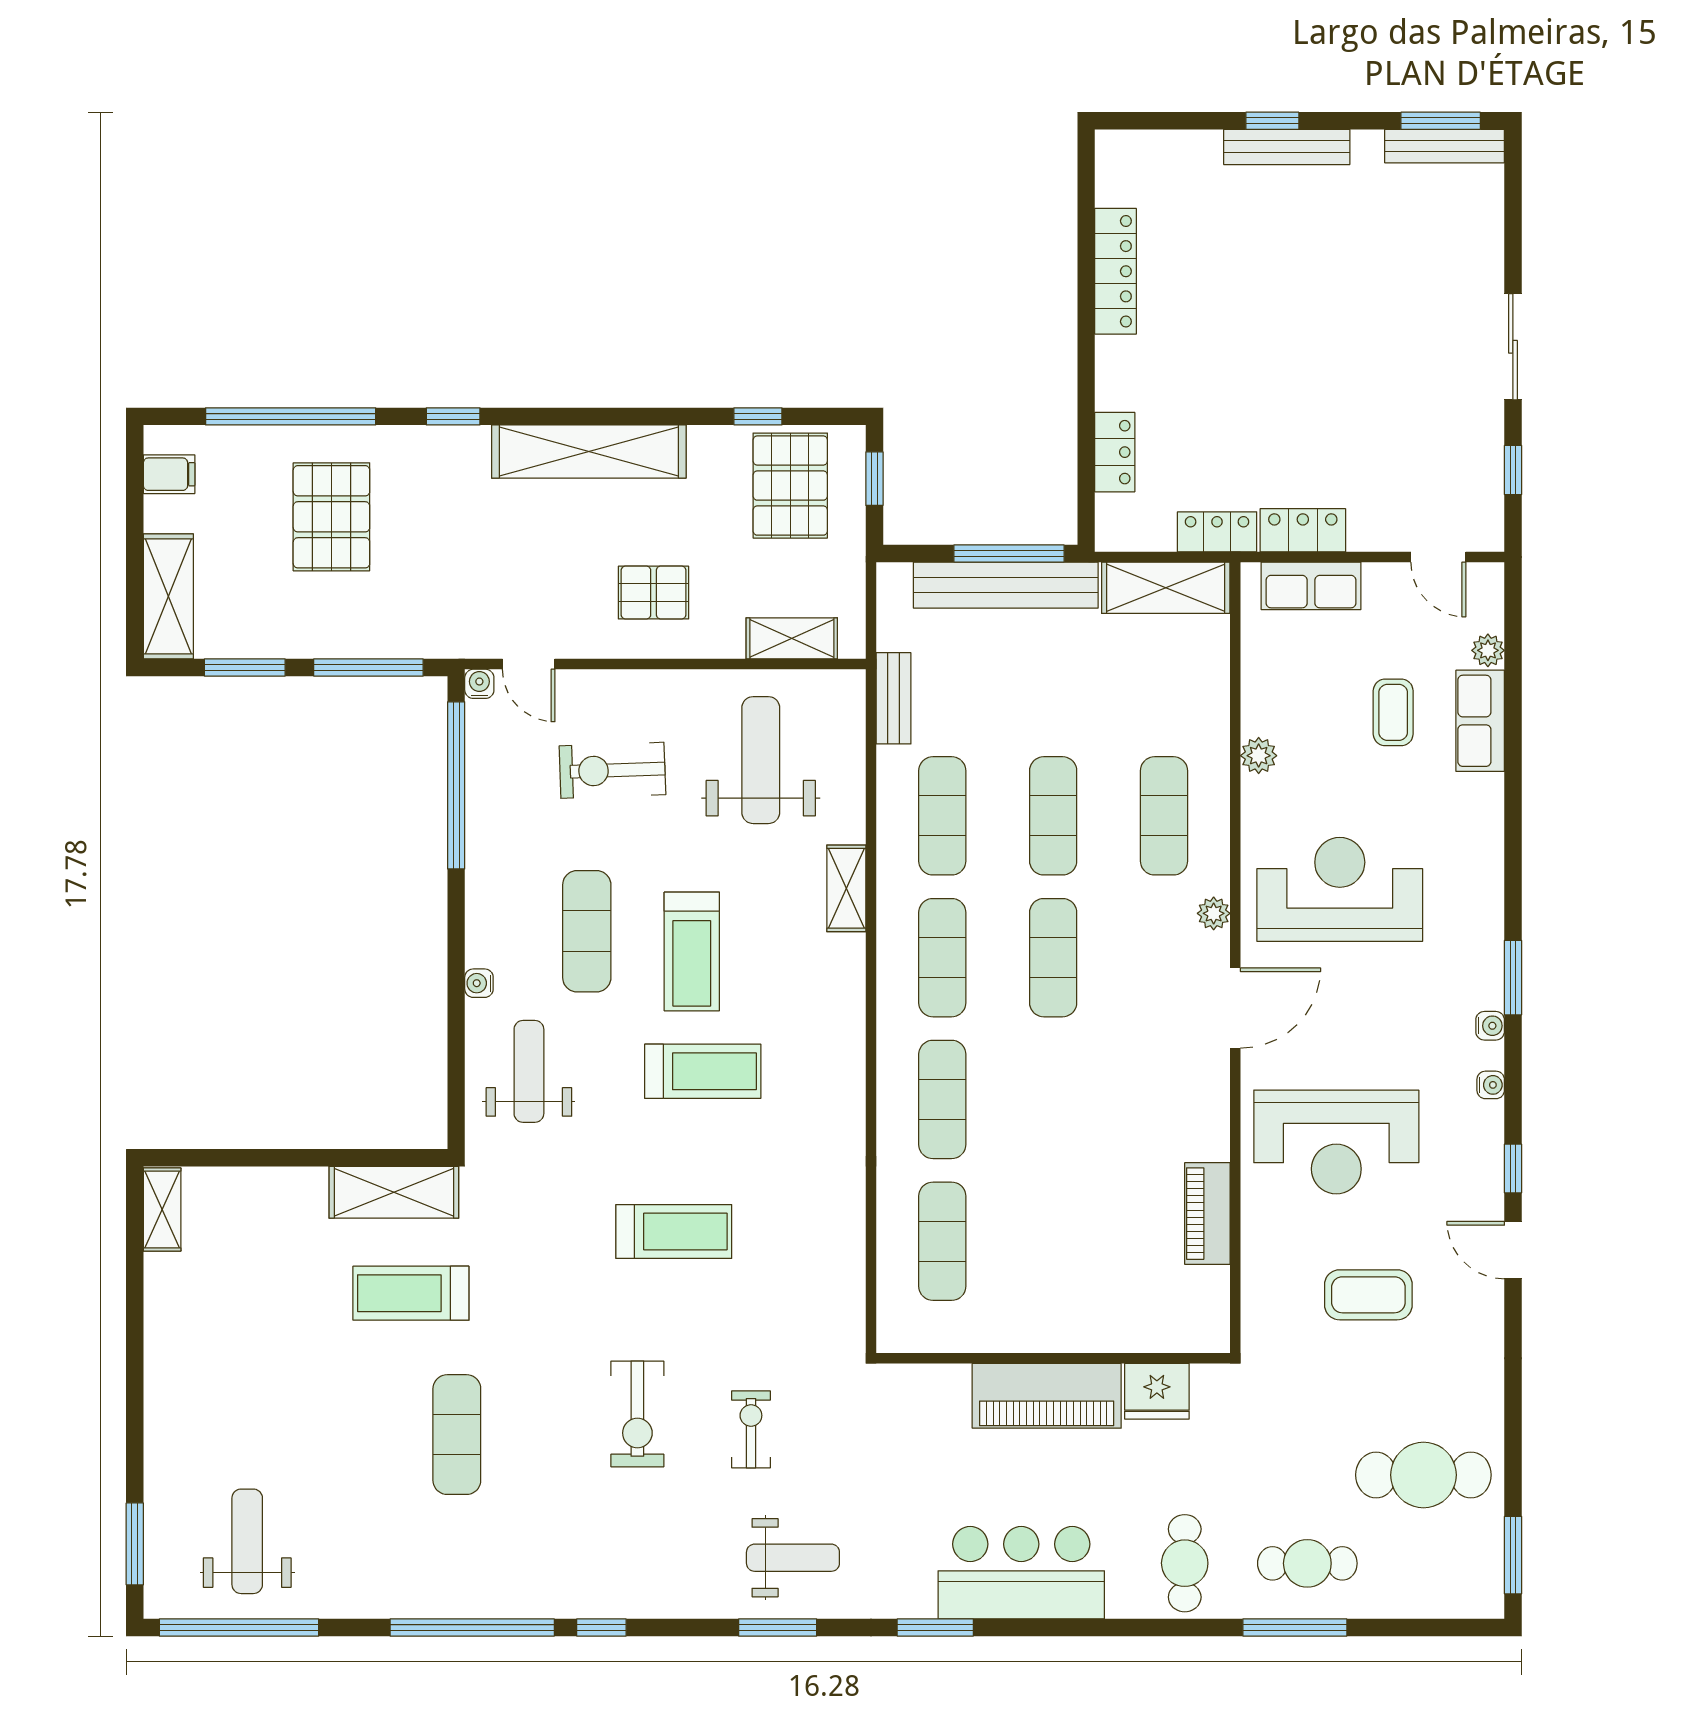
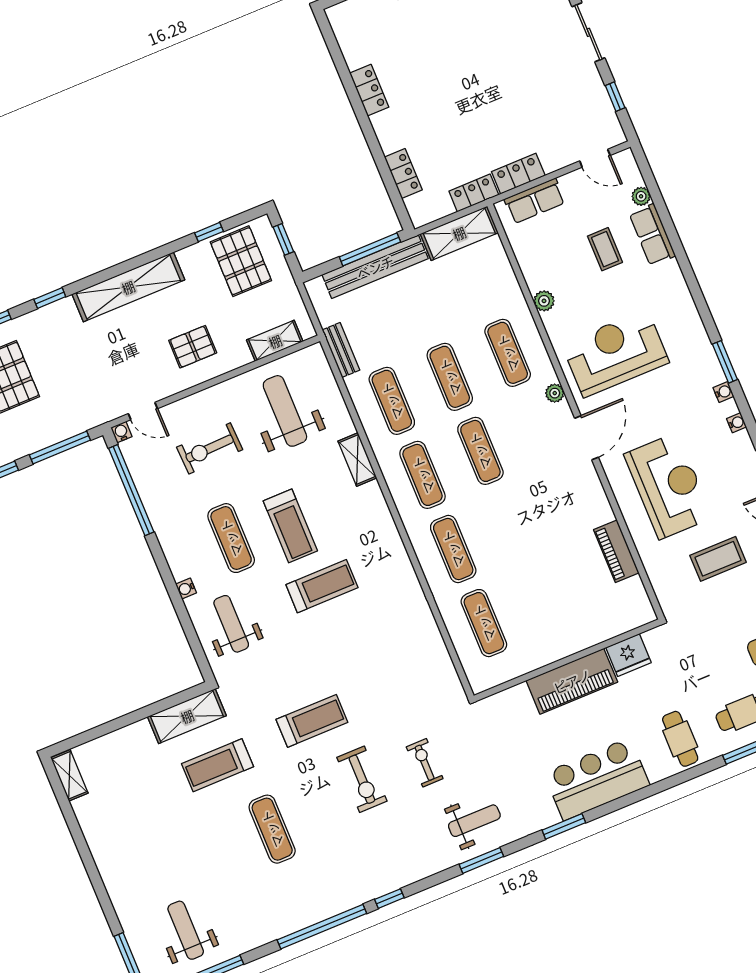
locker: (1116, 271) -> (369, 90), width x0.66
reception desk: (1336, 1142) -> (668, 486), turned -90
treadmill: (674, 1231) -> (312, 721), moved

